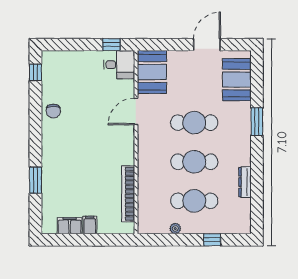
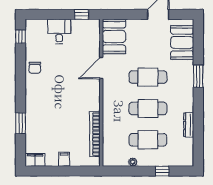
desk: (119, 65) -> (59, 31), moved, turned -90
filing cabinet: (70, 226) -> (35, 160), moved

